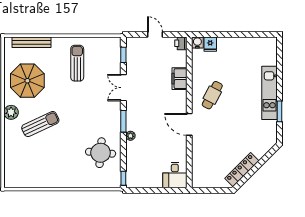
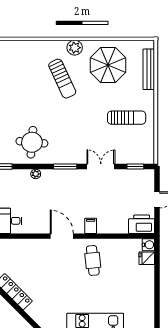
printer: (181, 43) -> (142, 224), width x1.87, depth x1.48
filing cabinet: (180, 79) -> (91, 226), moved, width x0.50
cafe table: (212, 95) -> (93, 260), turned 56
door: (189, 124) -> (62, 236), hinge flipped
plant: (130, 136) -> (36, 174), moved

